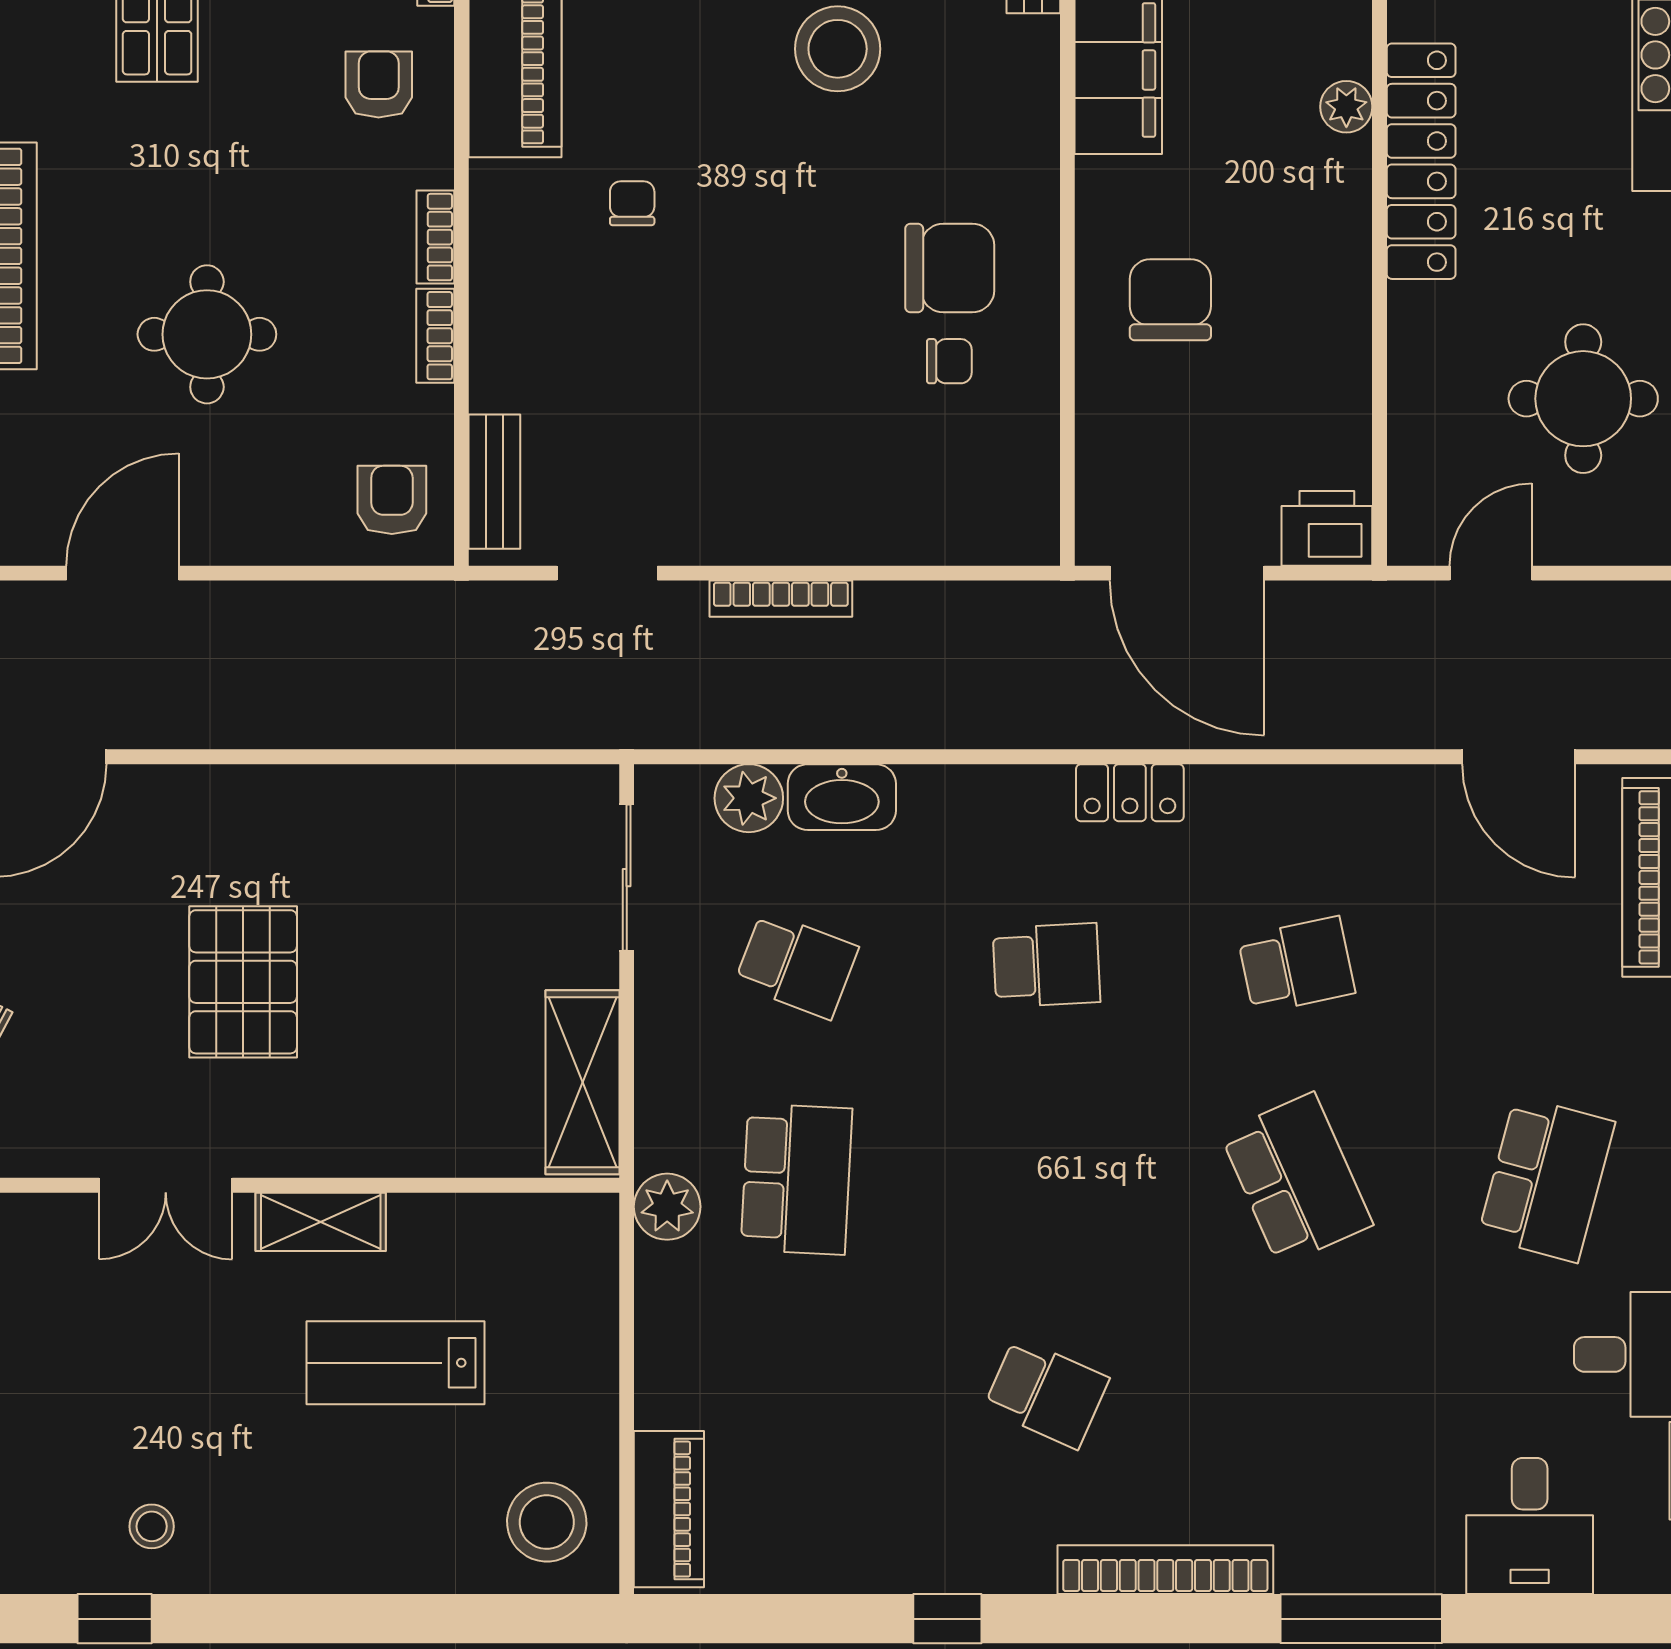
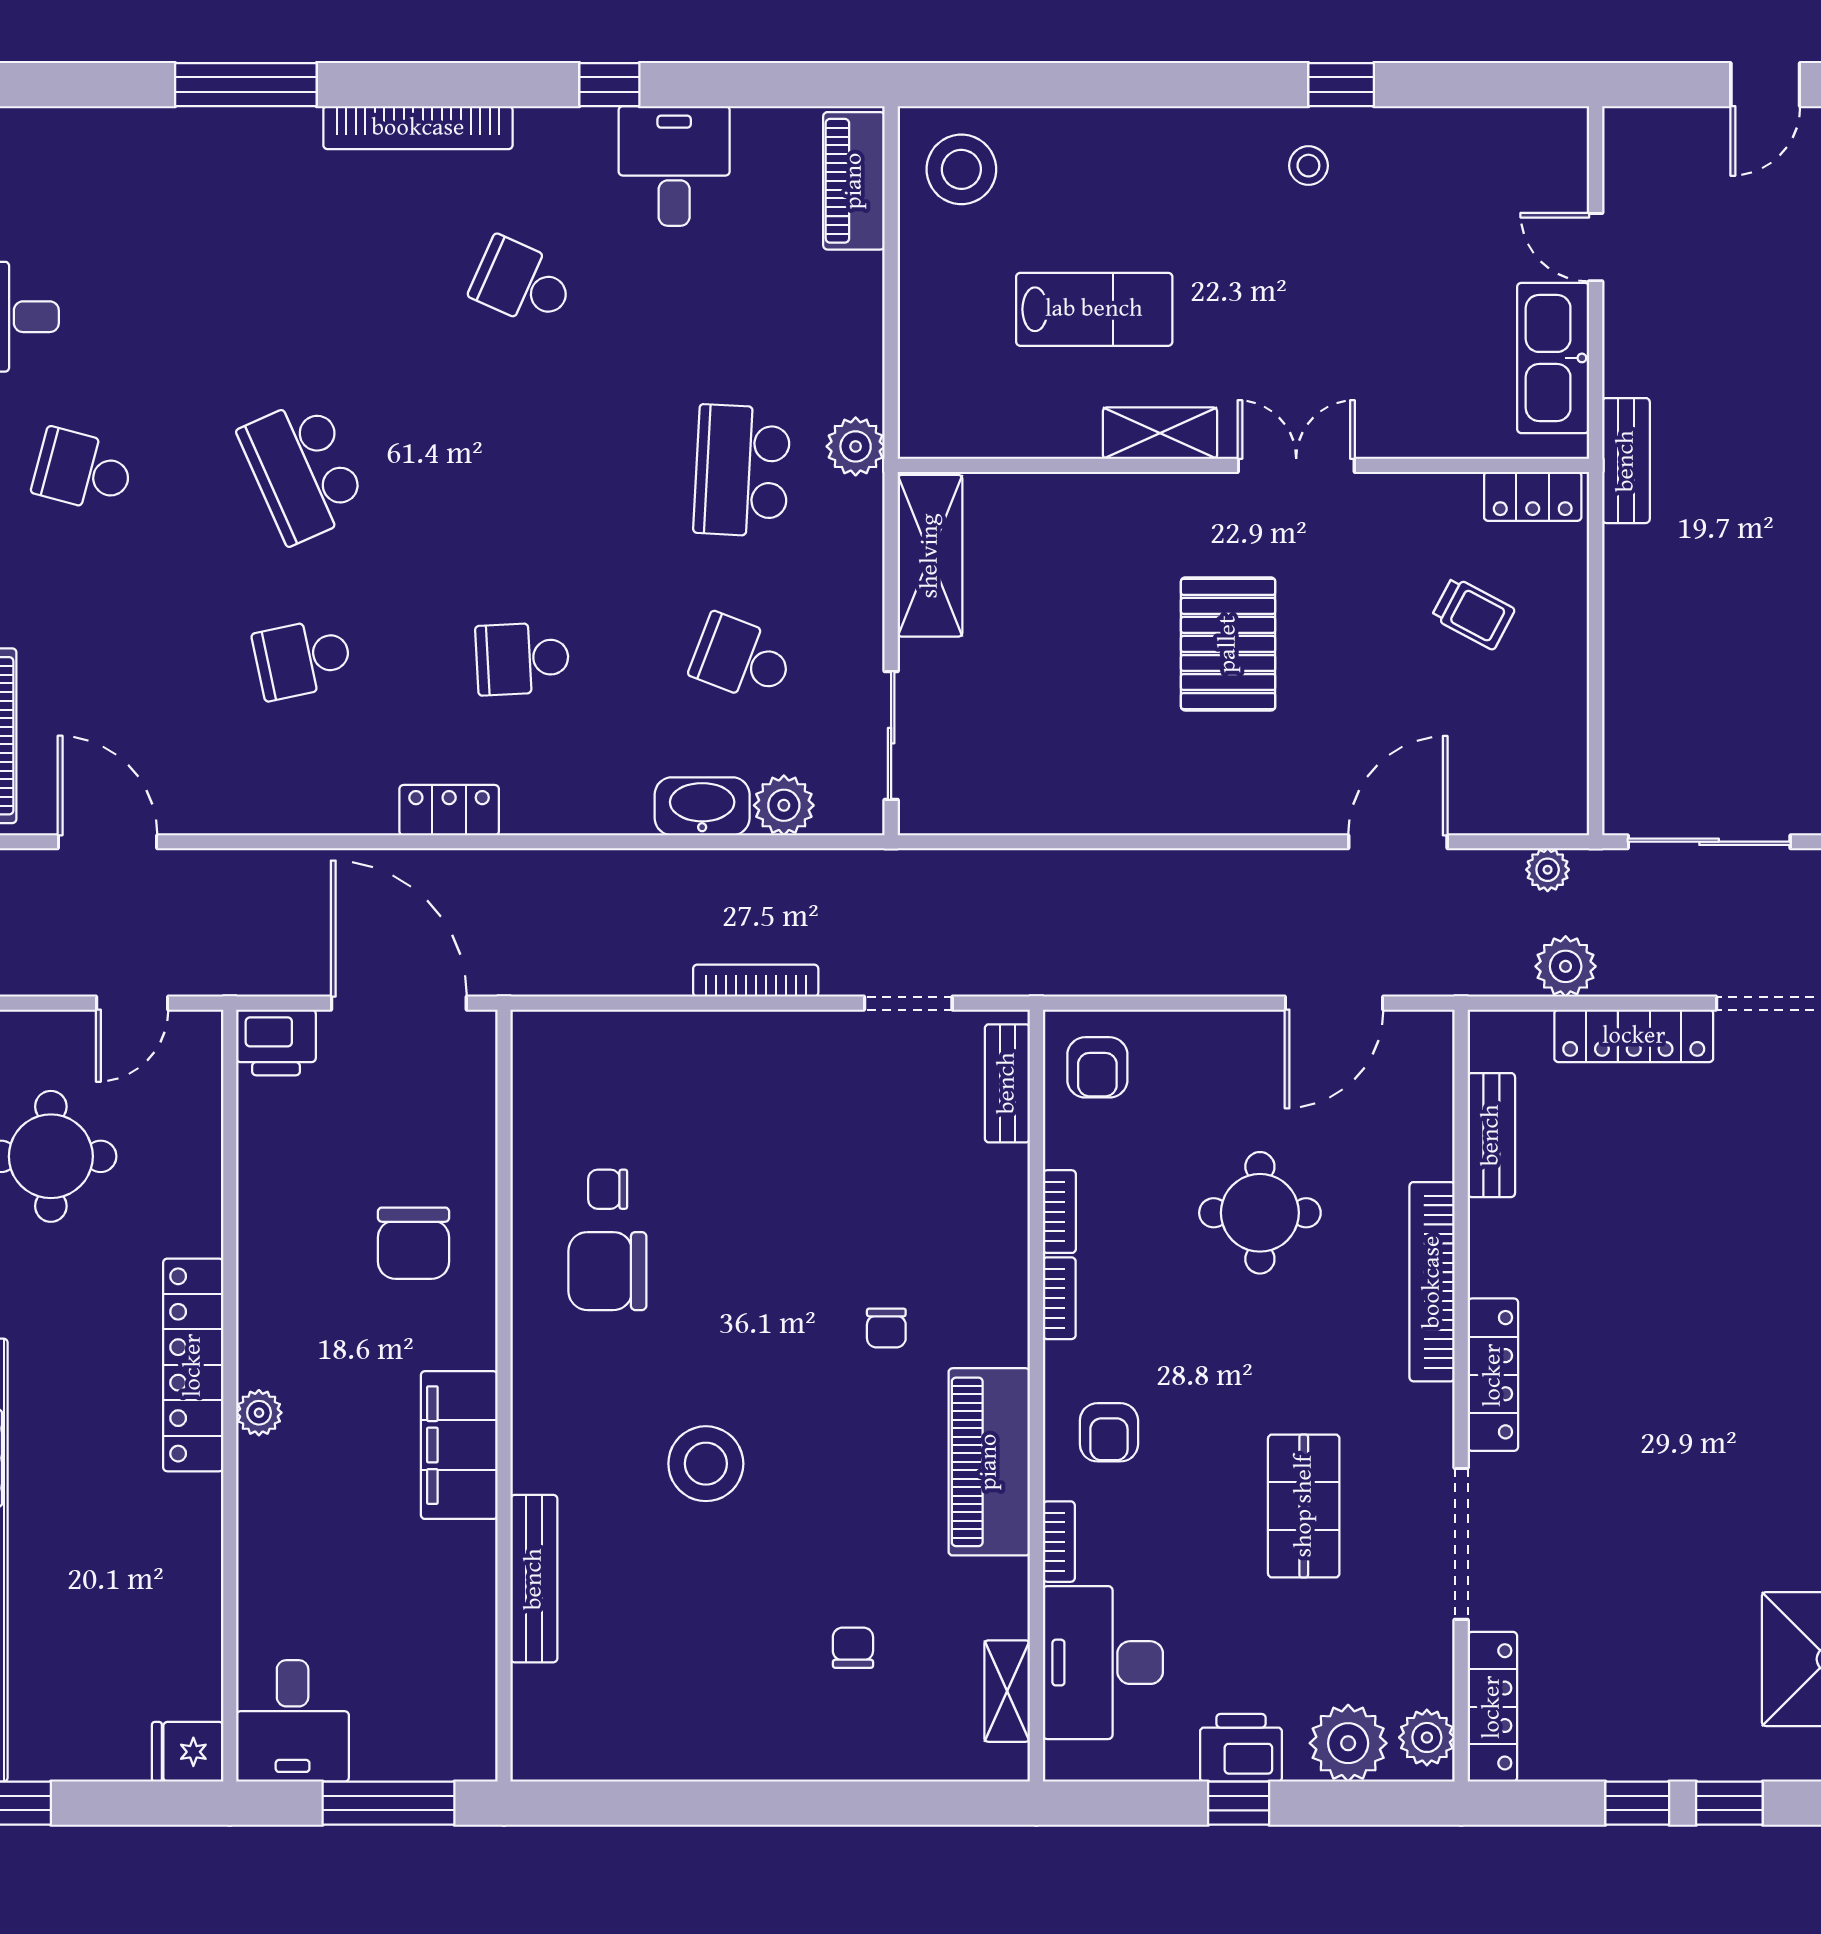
school desk: (1546, 1179) -> (83, 471), width x0.54
desk: (1530, 1526) -> (674, 166), moved

